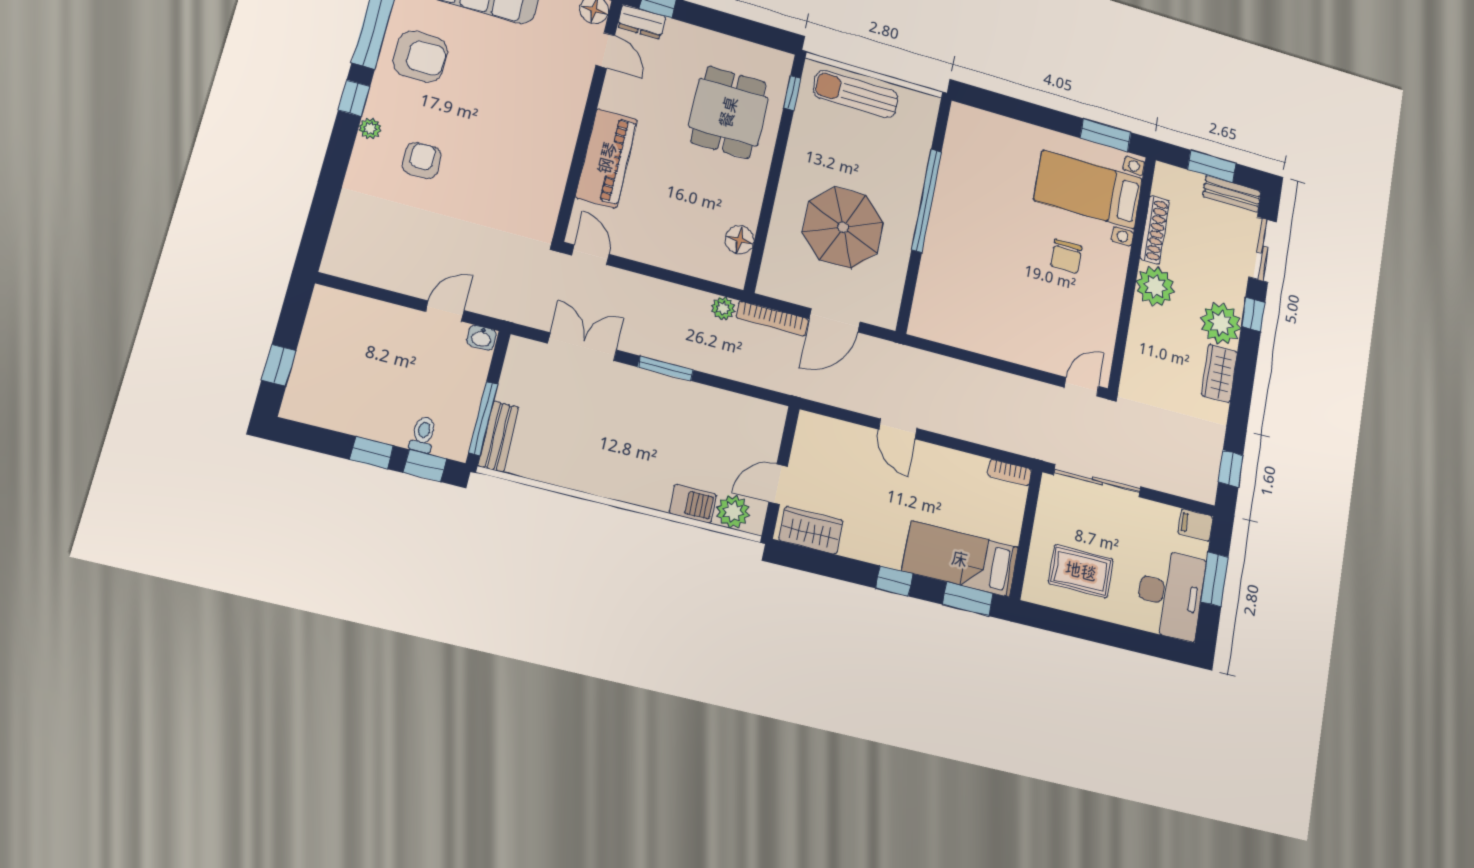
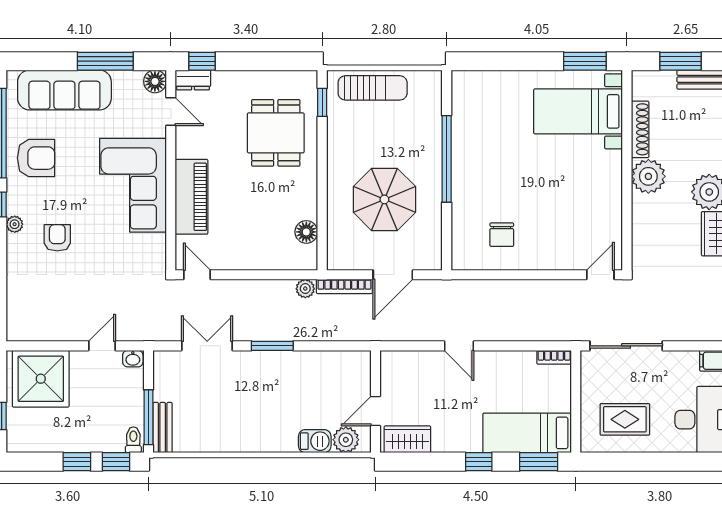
sun lounger: (856, 94) -> (373, 88), turned 180
corner sofa: (536, 124) -> (133, 185), added
chair: (1066, 256) -> (502, 235), moved
shower: (352, 332) -> (41, 379), added
toilet: (423, 435) -> (133, 440), moved

